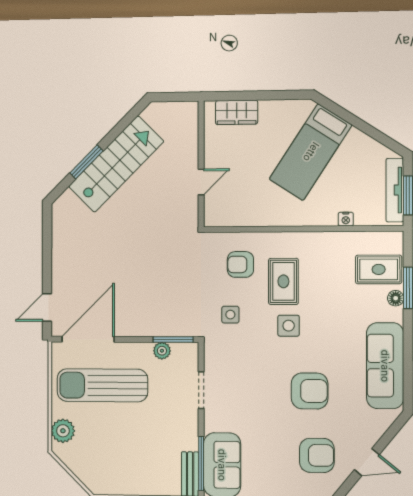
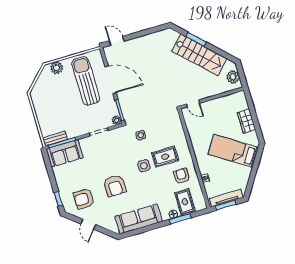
wardrobe: (237, 112) -> (246, 121), moved
plant: (174, 114) -> (233, 77), added
door: (201, 182) -> (193, 104), moved
armchair: (240, 264) -> (182, 176), moved
door: (88, 339) -> (111, 80), moved
plant: (162, 351) -> (117, 120), moved
armchair: (317, 455) -> (84, 199), turned 90

